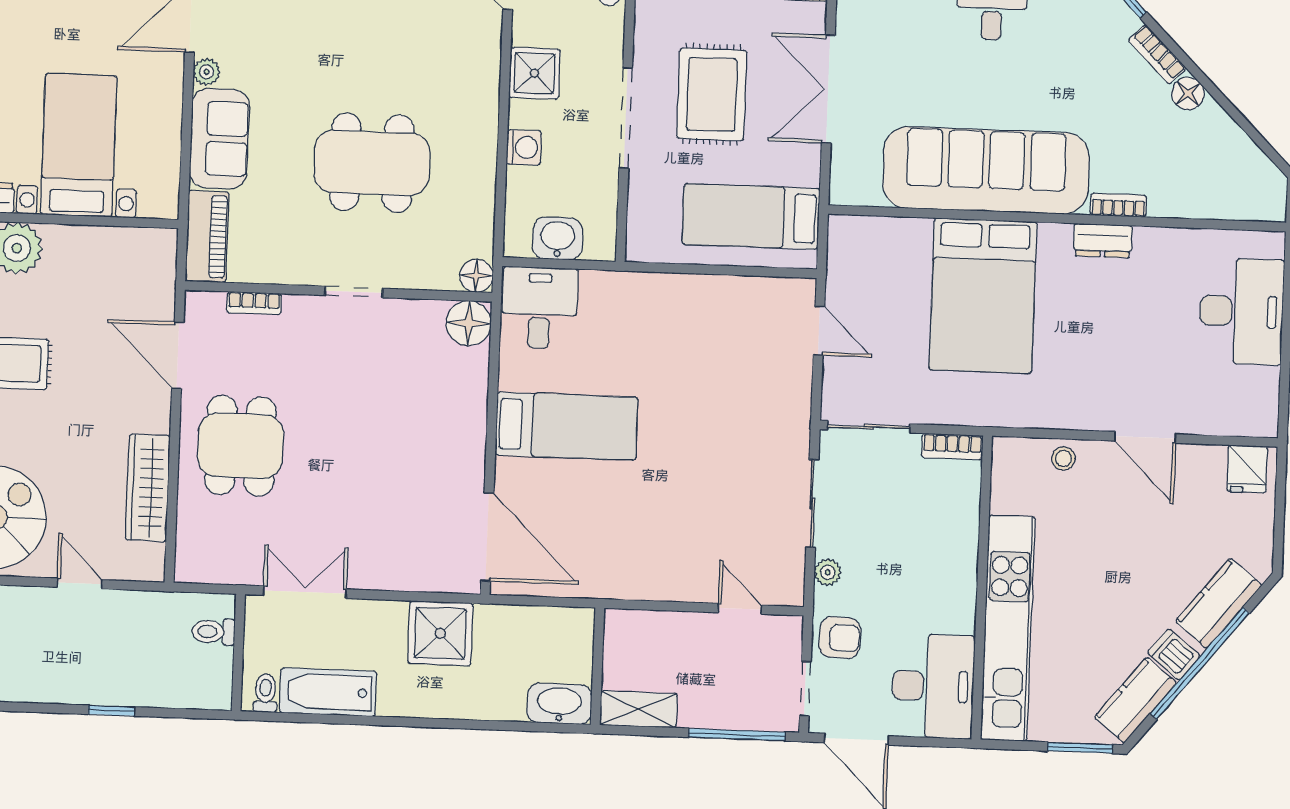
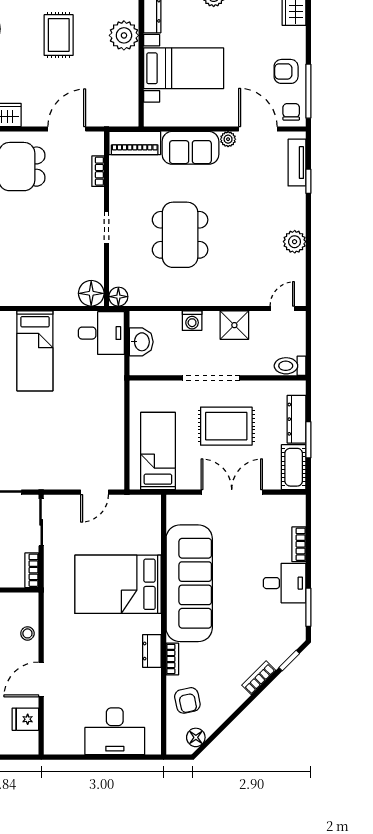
floor lamp: (1188, 93) -> (196, 737), moved
armchair: (1192, 181) -> (187, 700), added
fridge: (1247, 469) -> (25, 719), moved

